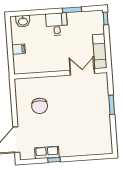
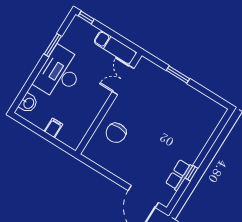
desk: (57, 24) -> (60, 73), width x1.87, depth x1.30
chair: (40, 106) -> (116, 133), moved, turned 90

